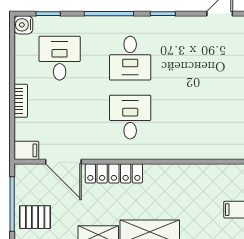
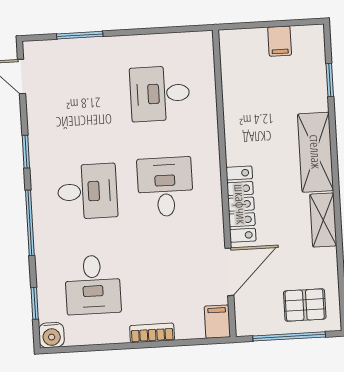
desk: (60, 58) -> (93, 285), turned -90
desk: (130, 117) -> (165, 187), turned 90
desk: (201, 117) -> (160, 94), added
pallet: (35, 217) -> (305, 305), turned 90

